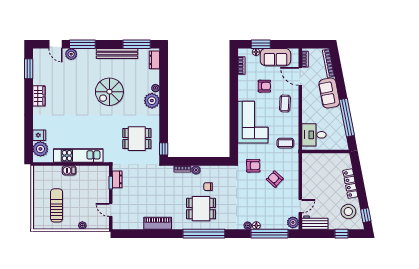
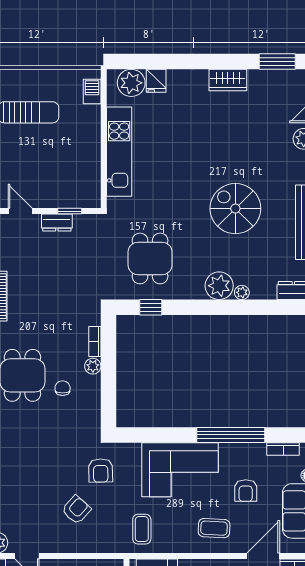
window: (234, 94) -> (231, 435), added
window: (164, 149) -> (151, 307), moved
barbecue: (69, 170) -> (92, 92), moved
dresser: (117, 179) -> (57, 223), moved
door: (111, 210) -> (20, 211), hinge flipped

